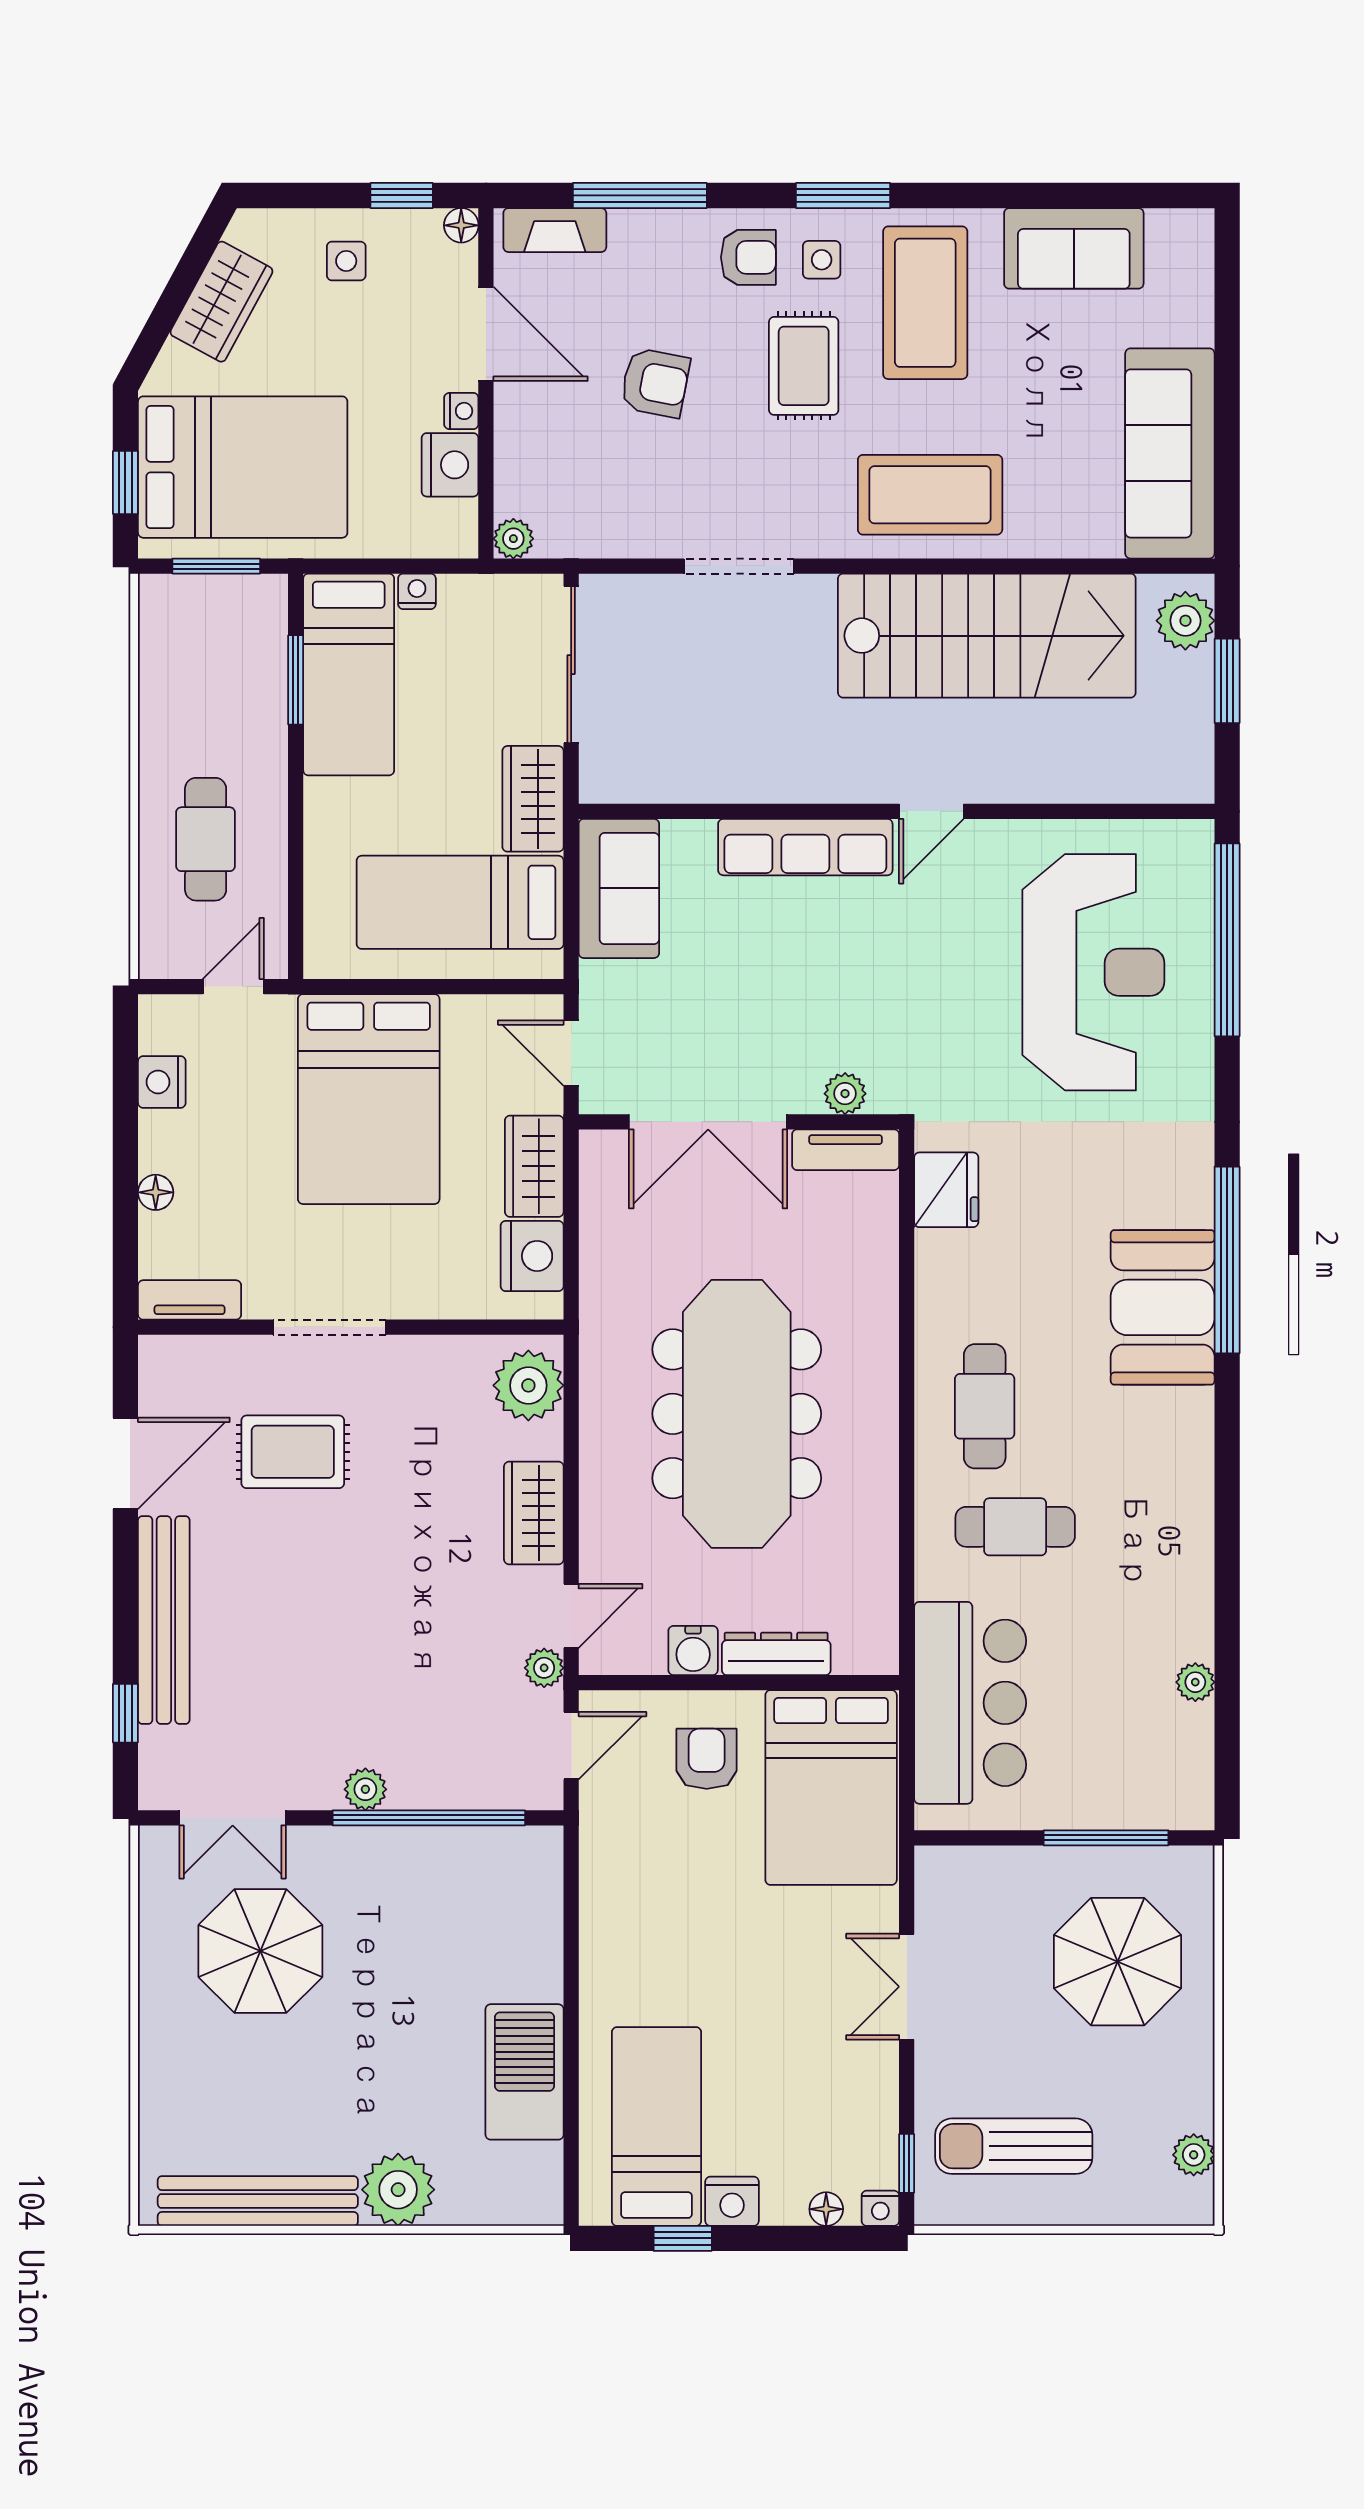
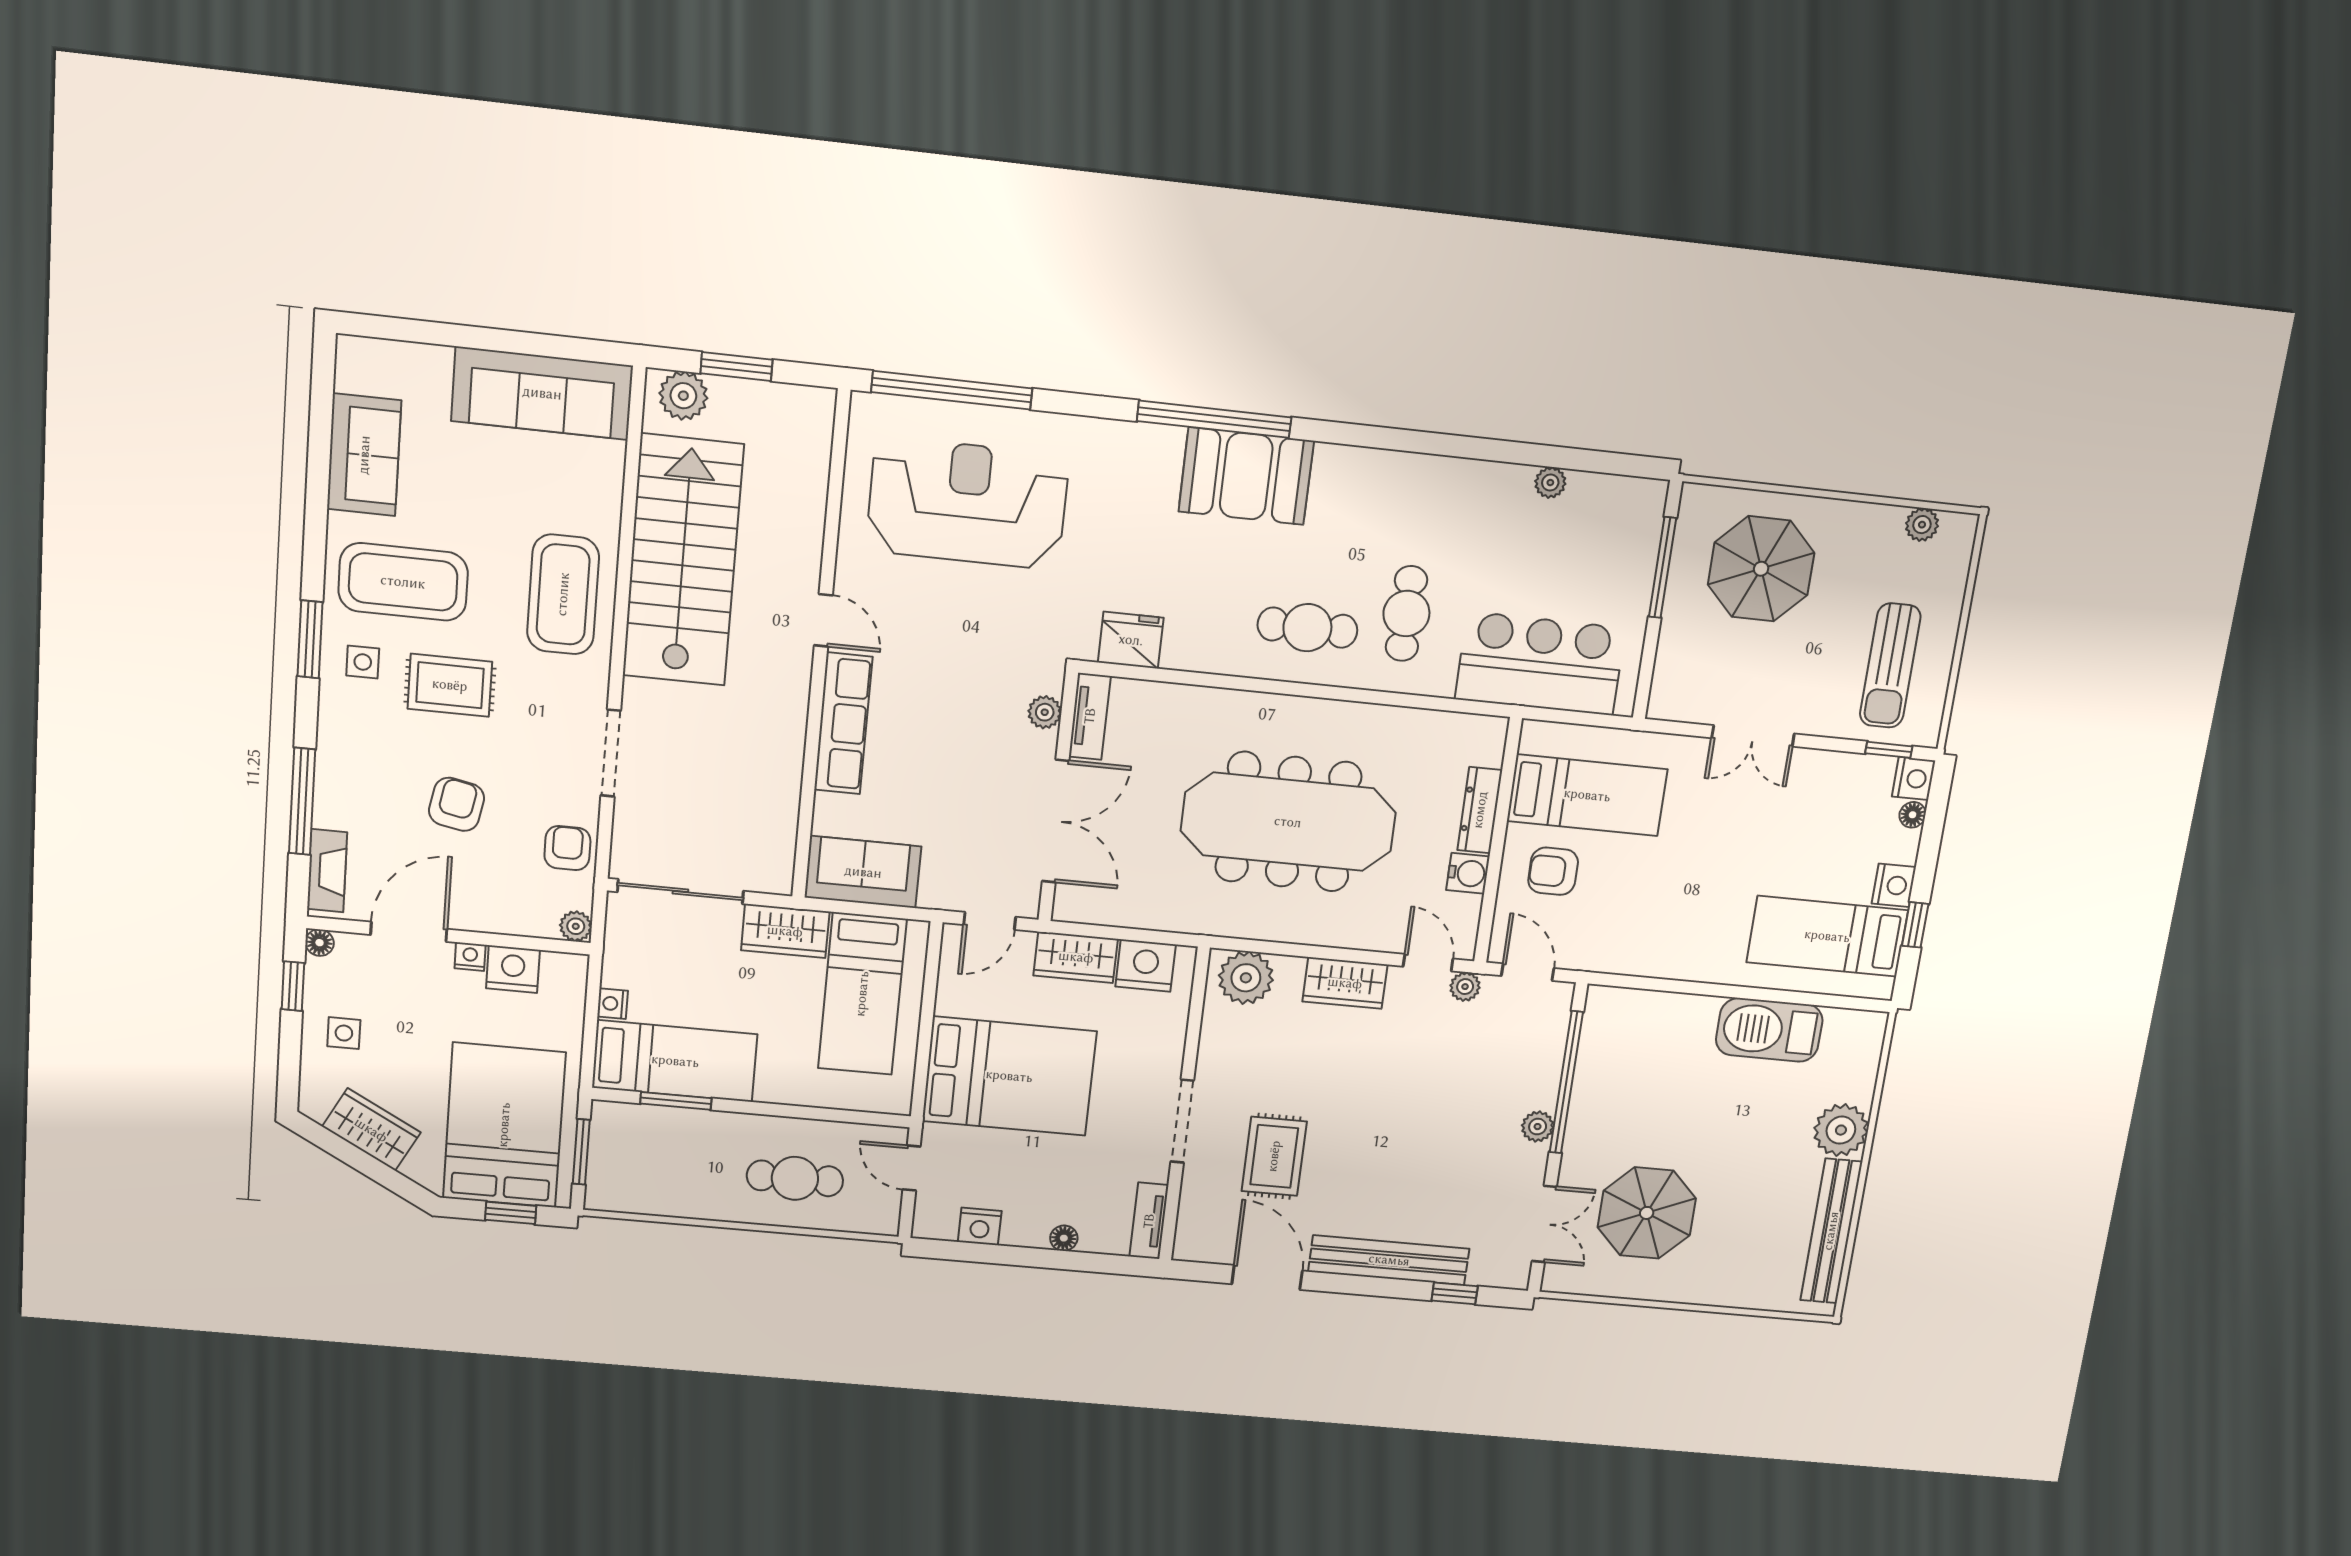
armchair: (748, 257) -> (567, 848), moved
bed: (831, 1788) -> (1587, 795), width x0.67
nightstand: (880, 2208) -> (1914, 779), width x1.39, depth x1.35

